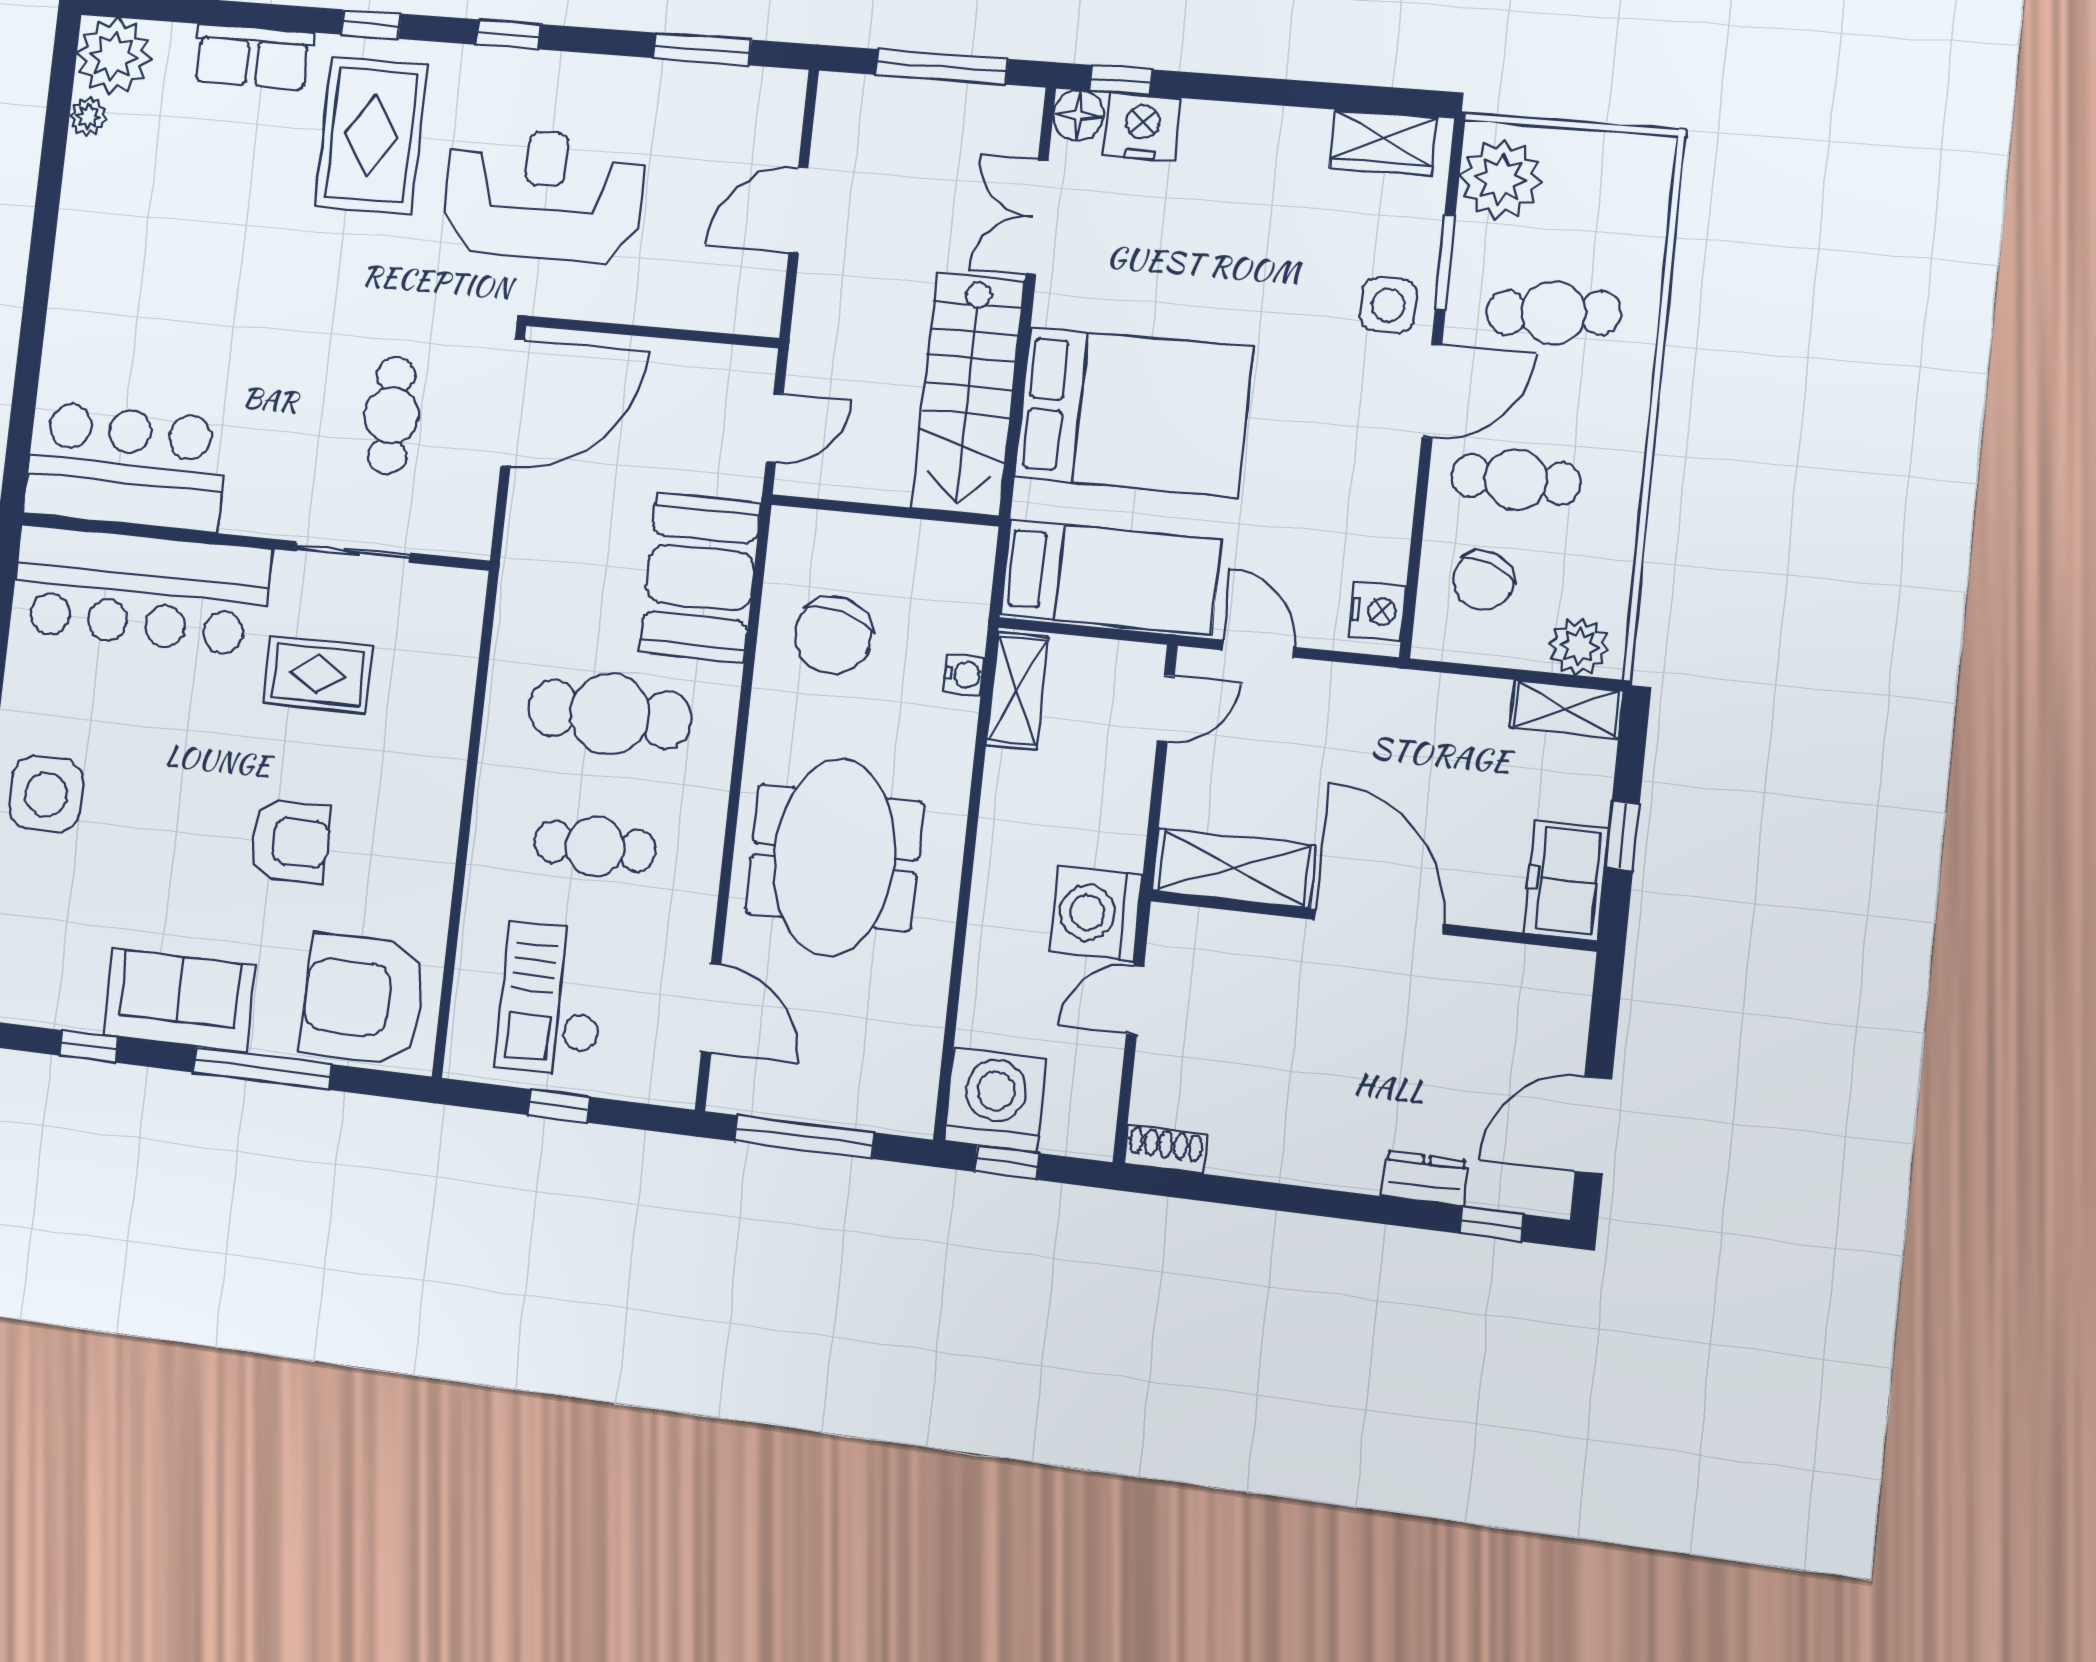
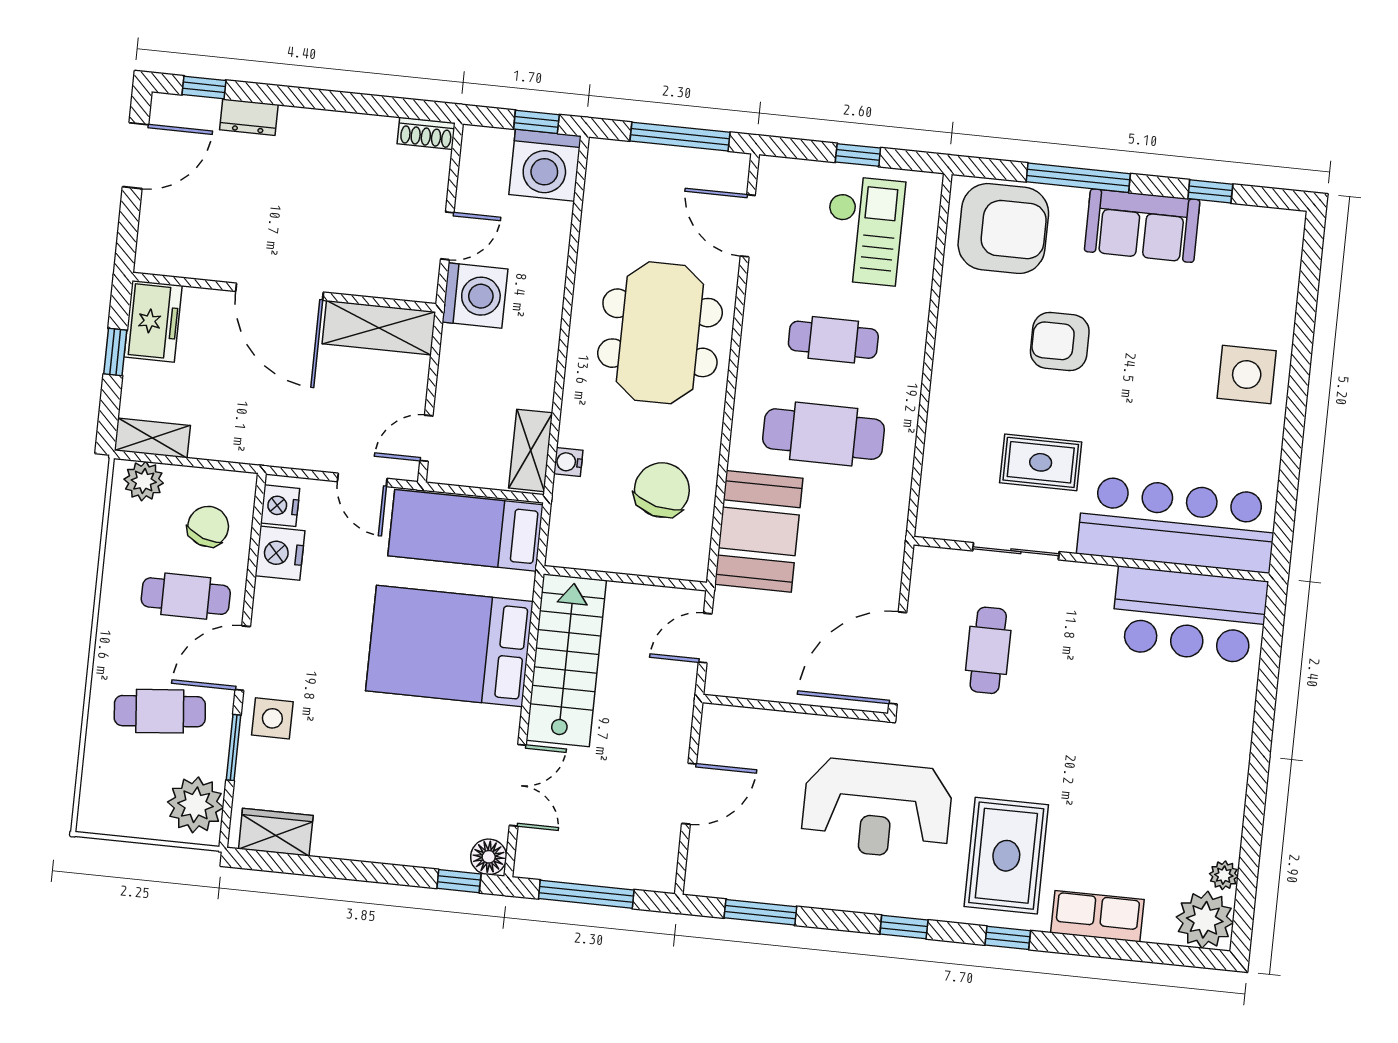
nightstand: (1142, 127) -> (280, 553), moved, turned 90

